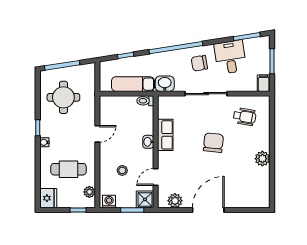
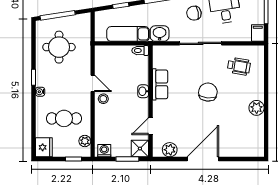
door: (97, 134) -> (93, 83), hinge flipped
stool: (122, 170) -> (103, 99), moved

